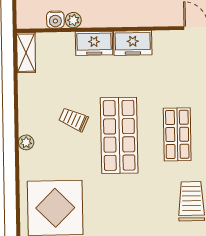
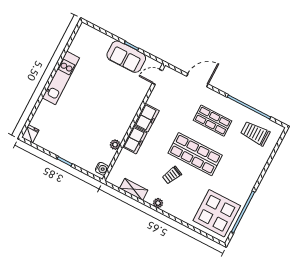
water cooler: (55, 20) -> (102, 169), moved
shelving: (26, 53) -> (134, 189), moved
plant: (26, 142) -> (158, 203), moved

